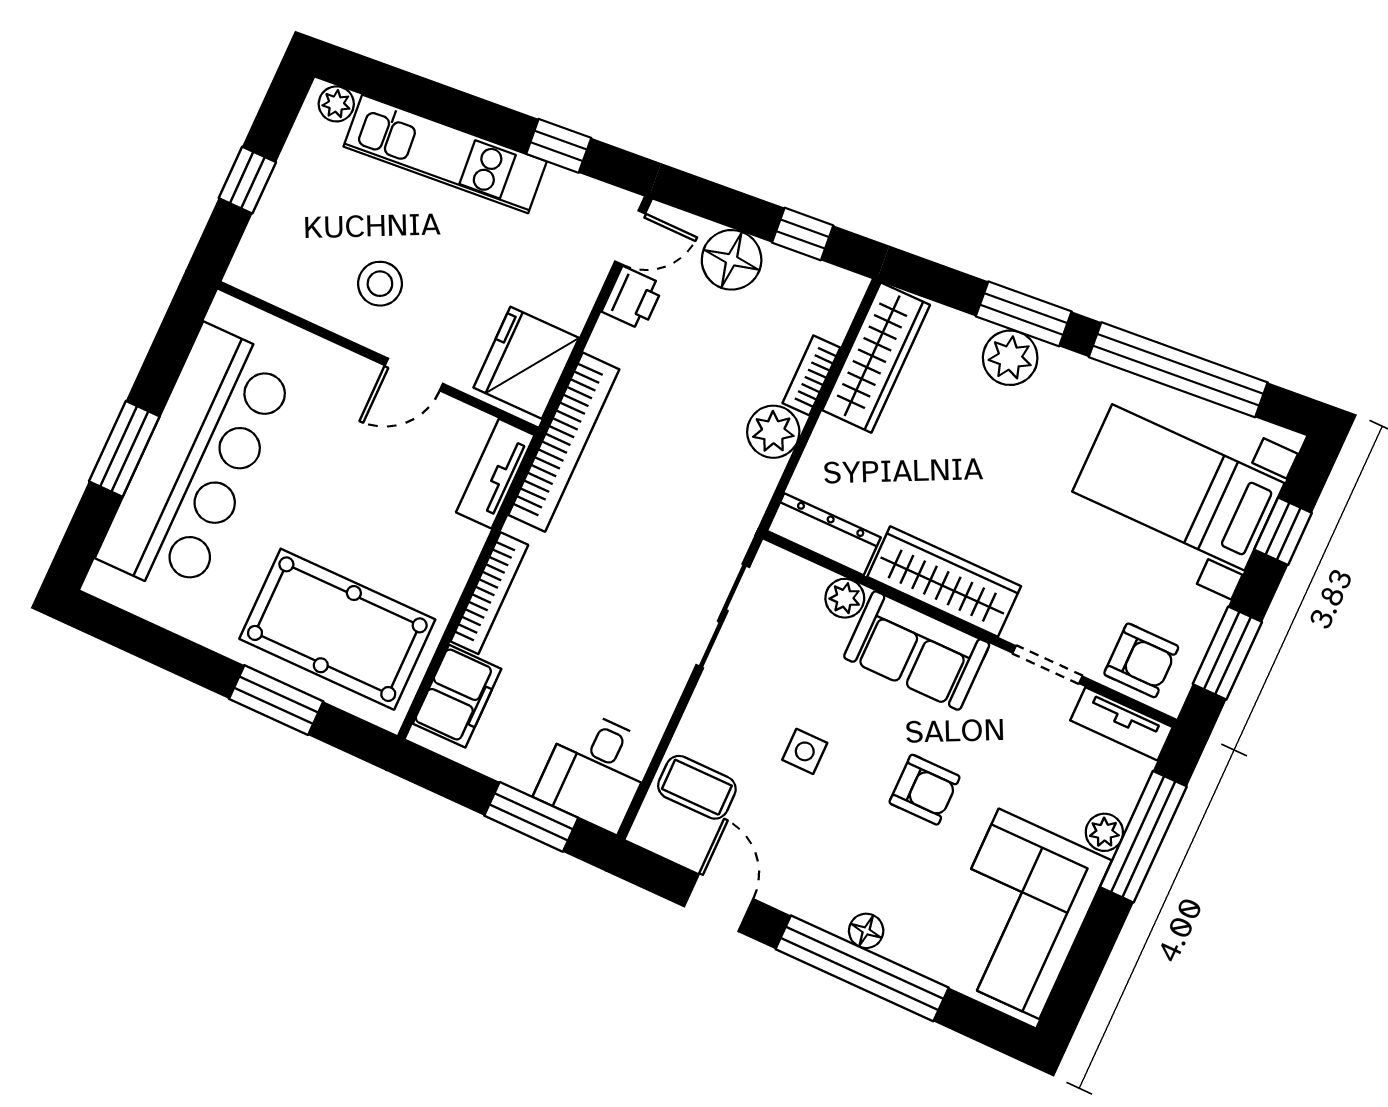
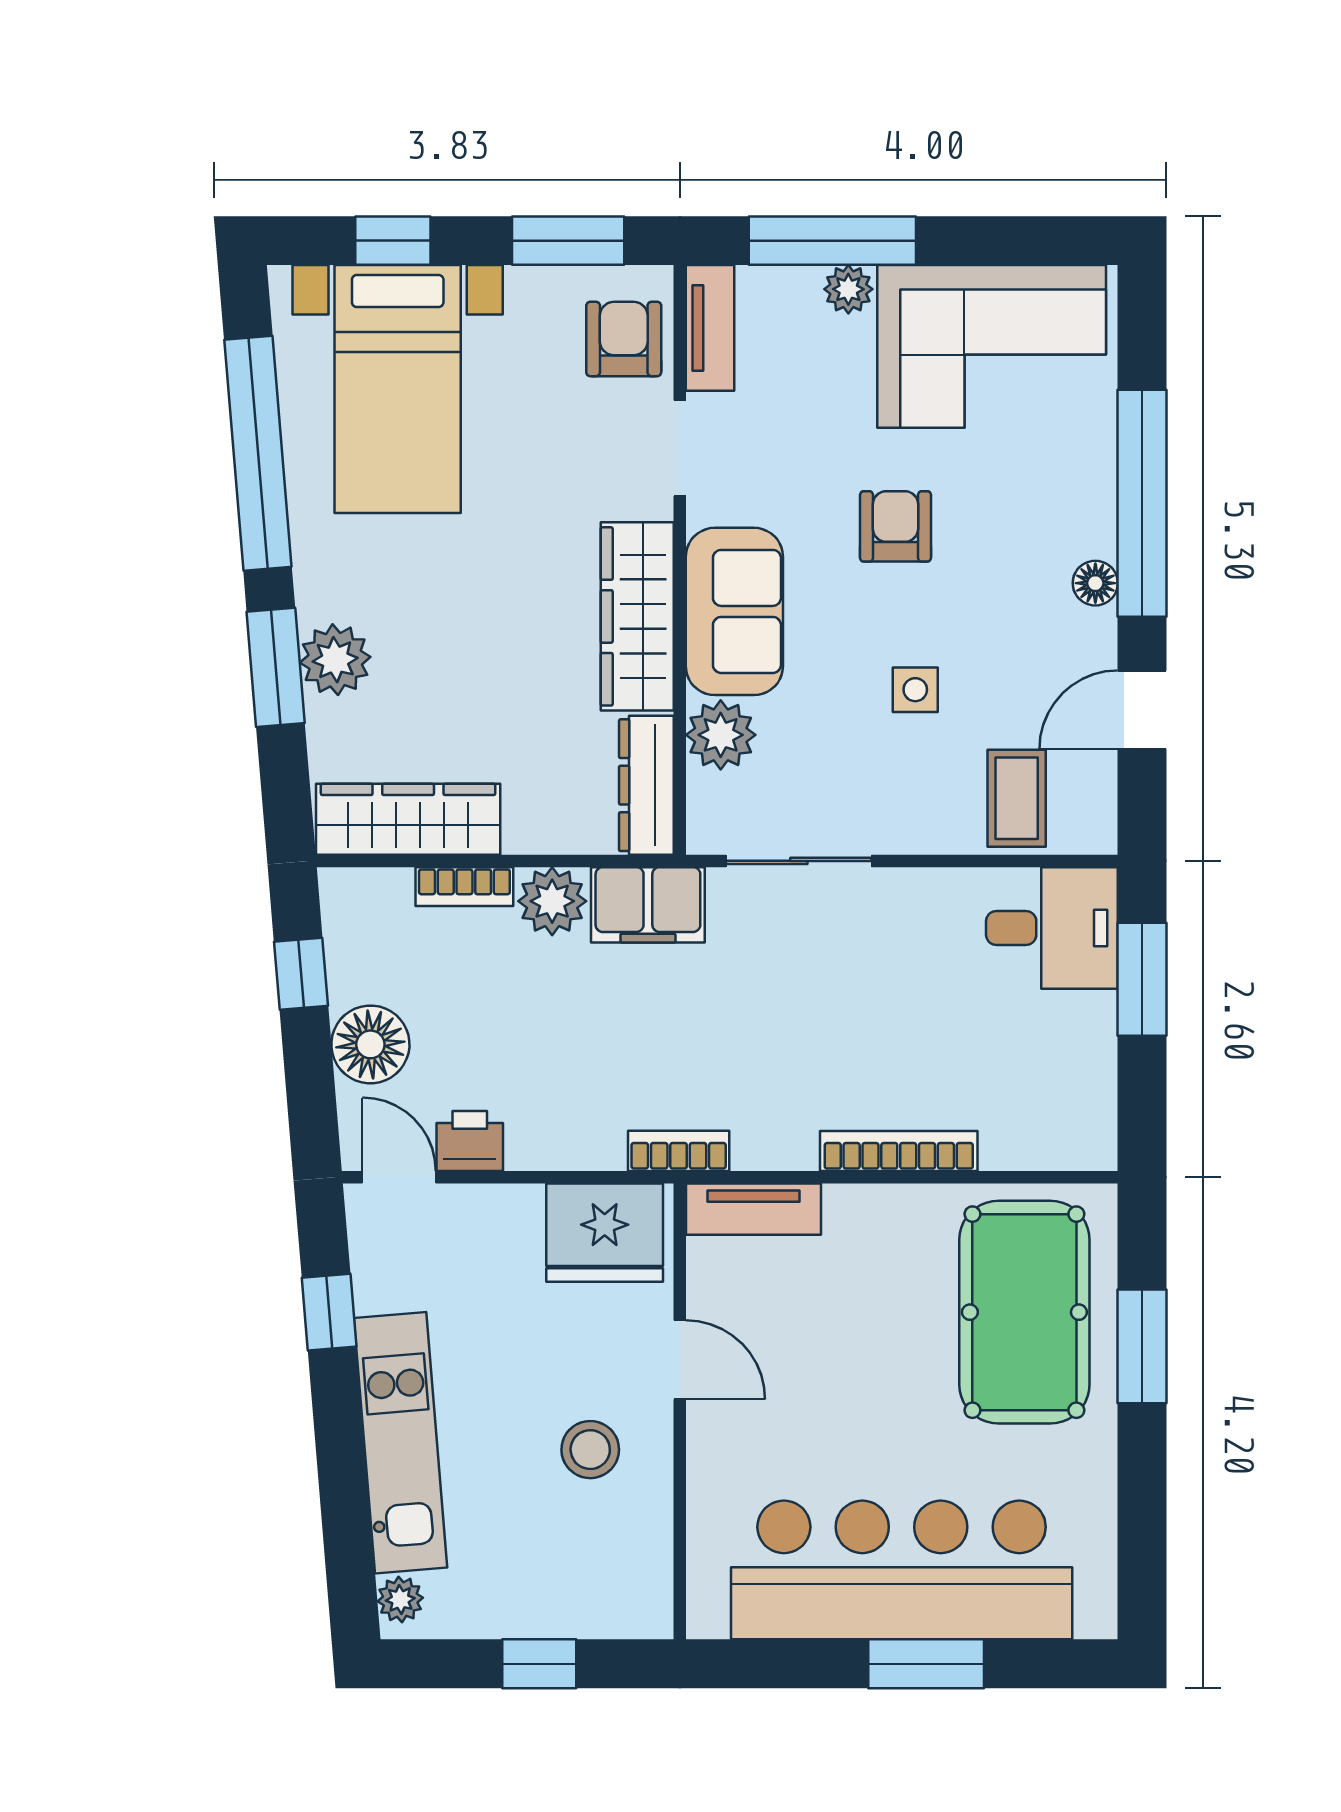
bookcase: (564, 442) -> (679, 1151), width x0.43, depth x0.76
plant: (845, 598) -> (721, 735), width x1.38, depth x1.38
filing cabinet: (457, 696) -> (648, 905), moved, turned 180
floor lamp: (866, 931) -> (1095, 583), moved

